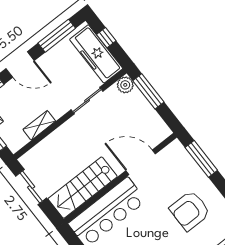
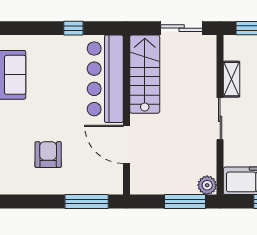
sliding door: (87, 101) -> (220, 119), moved
door: (141, 162) -> (127, 144), swing flipped
armchair: (190, 211) -> (48, 155), width x0.73, depth x0.73

